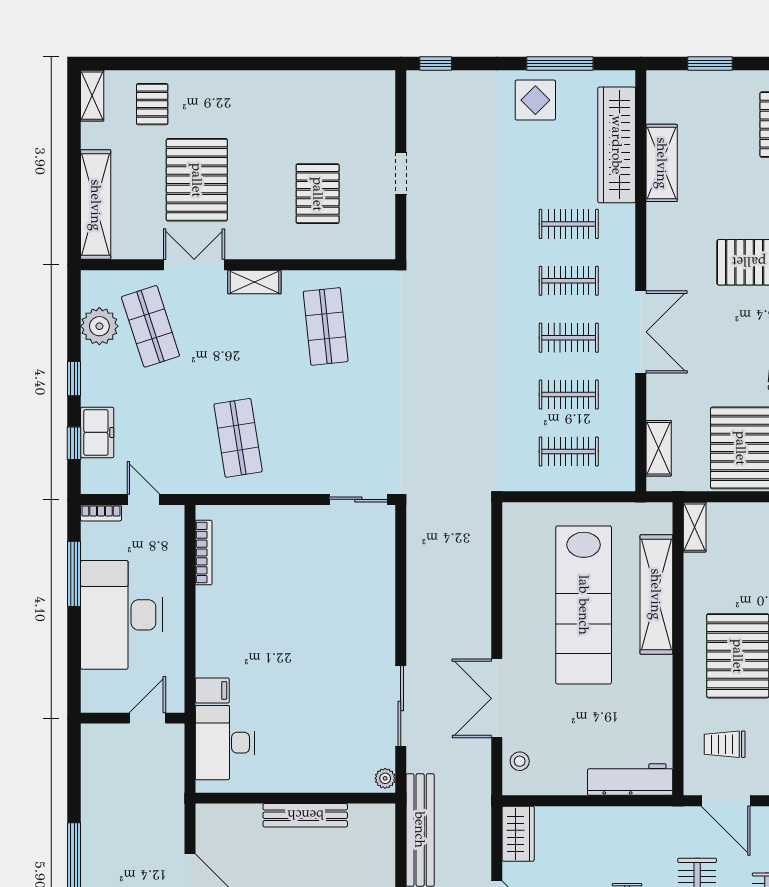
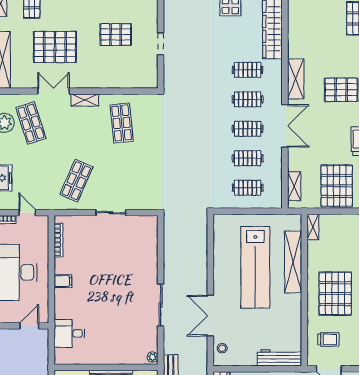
shelving: (662, 163) -> (296, 79), moved
pallet: (197, 180) -> (55, 47), turned 90
pallet: (318, 194) -> (116, 35), moved, turned 90
shop shelf: (238, 438) -> (76, 181), turned 33
sliding door: (358, 499) -> (111, 213), moved
filing cabinet: (212, 690) -> (63, 281), moved
sliding door: (401, 706) -> (161, 305), moved
desk: (225, 743) -> (69, 333), width x0.73
trolley: (725, 744) -> (328, 339), turned 180

